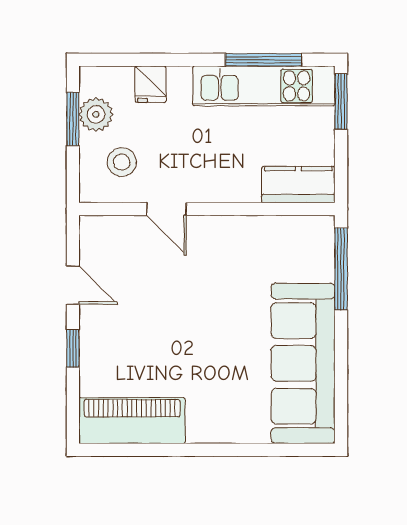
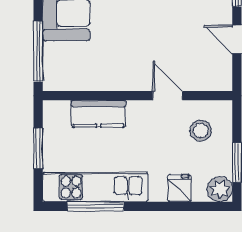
window: (341, 102) -> (38, 148), moved
plant: (96, 114) -> (220, 189), moved
kitchen counter: (298, 185) -> (99, 114), moved

